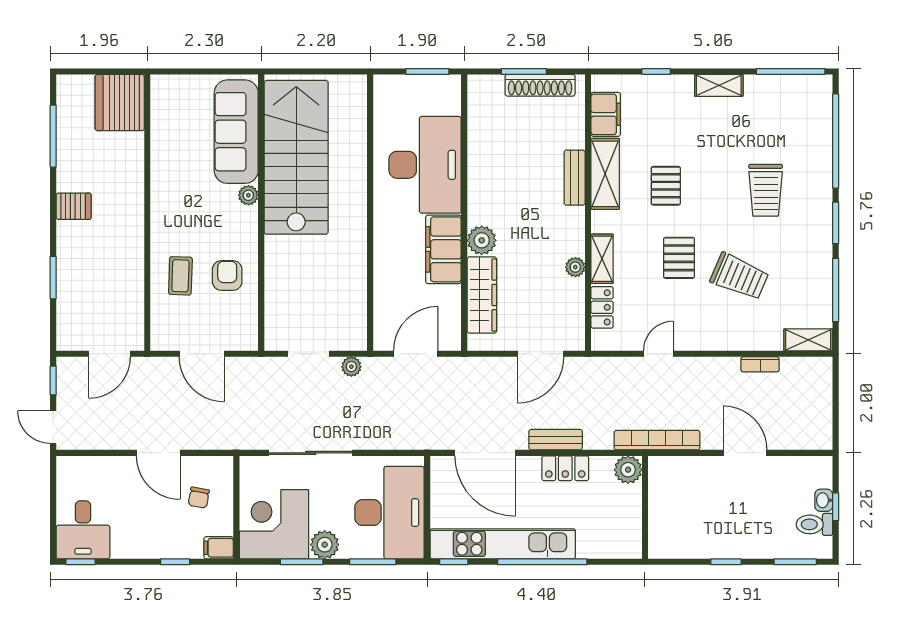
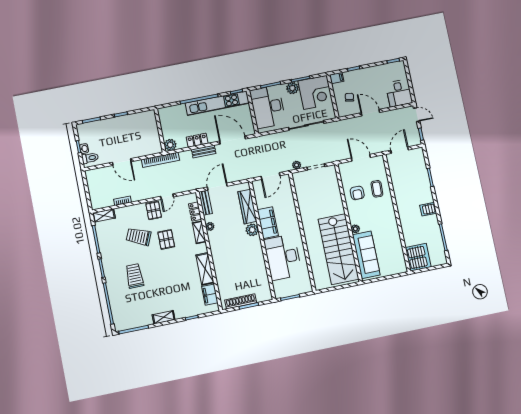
bench: (575, 178) -> (205, 203), moved
pallet: (666, 186) -> (154, 210), moved
toilet: (814, 524) -> (90, 158), moved
desk: (83, 530) -> (399, 93), moved, turned 180

